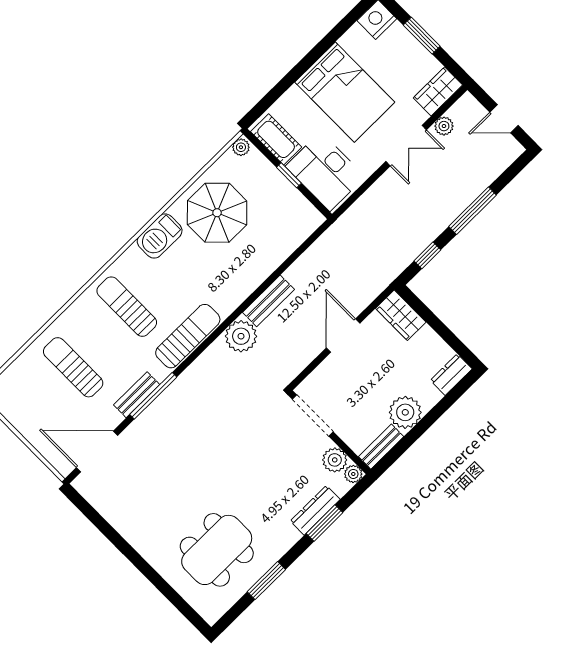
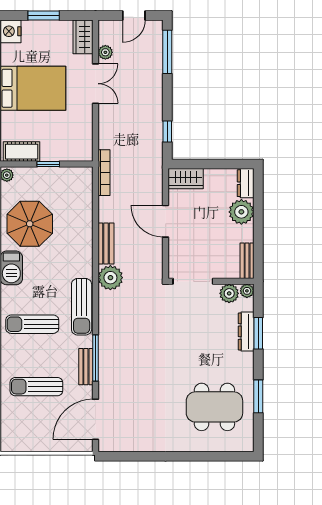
desk: (325, 172) -> (66, 142), removed
window: (472, 211) -> (167, 52), moved
bookcase: (332, 235) -> (104, 173), added
sun lounger: (188, 336) -> (82, 307), turned 180
plant: (405, 412) -> (241, 212), moved
dining table: (217, 550) -> (214, 407), turned 90

